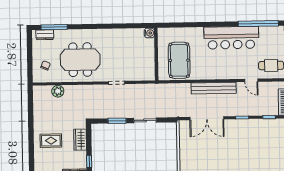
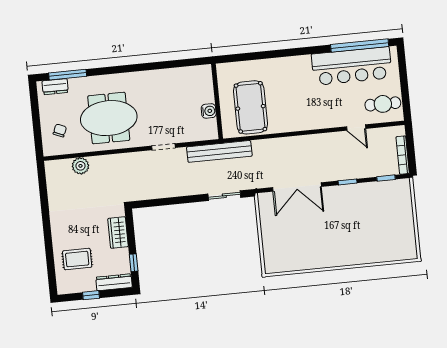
water cooler: (149, 33) -> (209, 111), moved
bar counter: (231, 38) -> (352, 66), moved
bench: (214, 88) -> (219, 151), moved
sliding door: (145, 120) -> (224, 196), moved
window: (117, 121) -> (169, 201), removed
rug: (51, 141) -> (77, 259), moved

